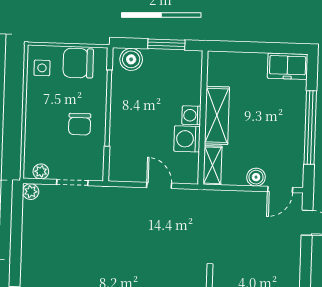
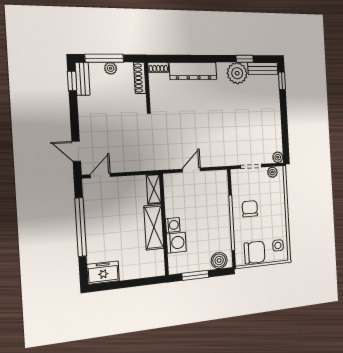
washing machine: (187, 139) -> (176, 243), moved
boiler: (256, 177) -> (120, 183), removed
door: (159, 185) -> (191, 170), swing flipped

